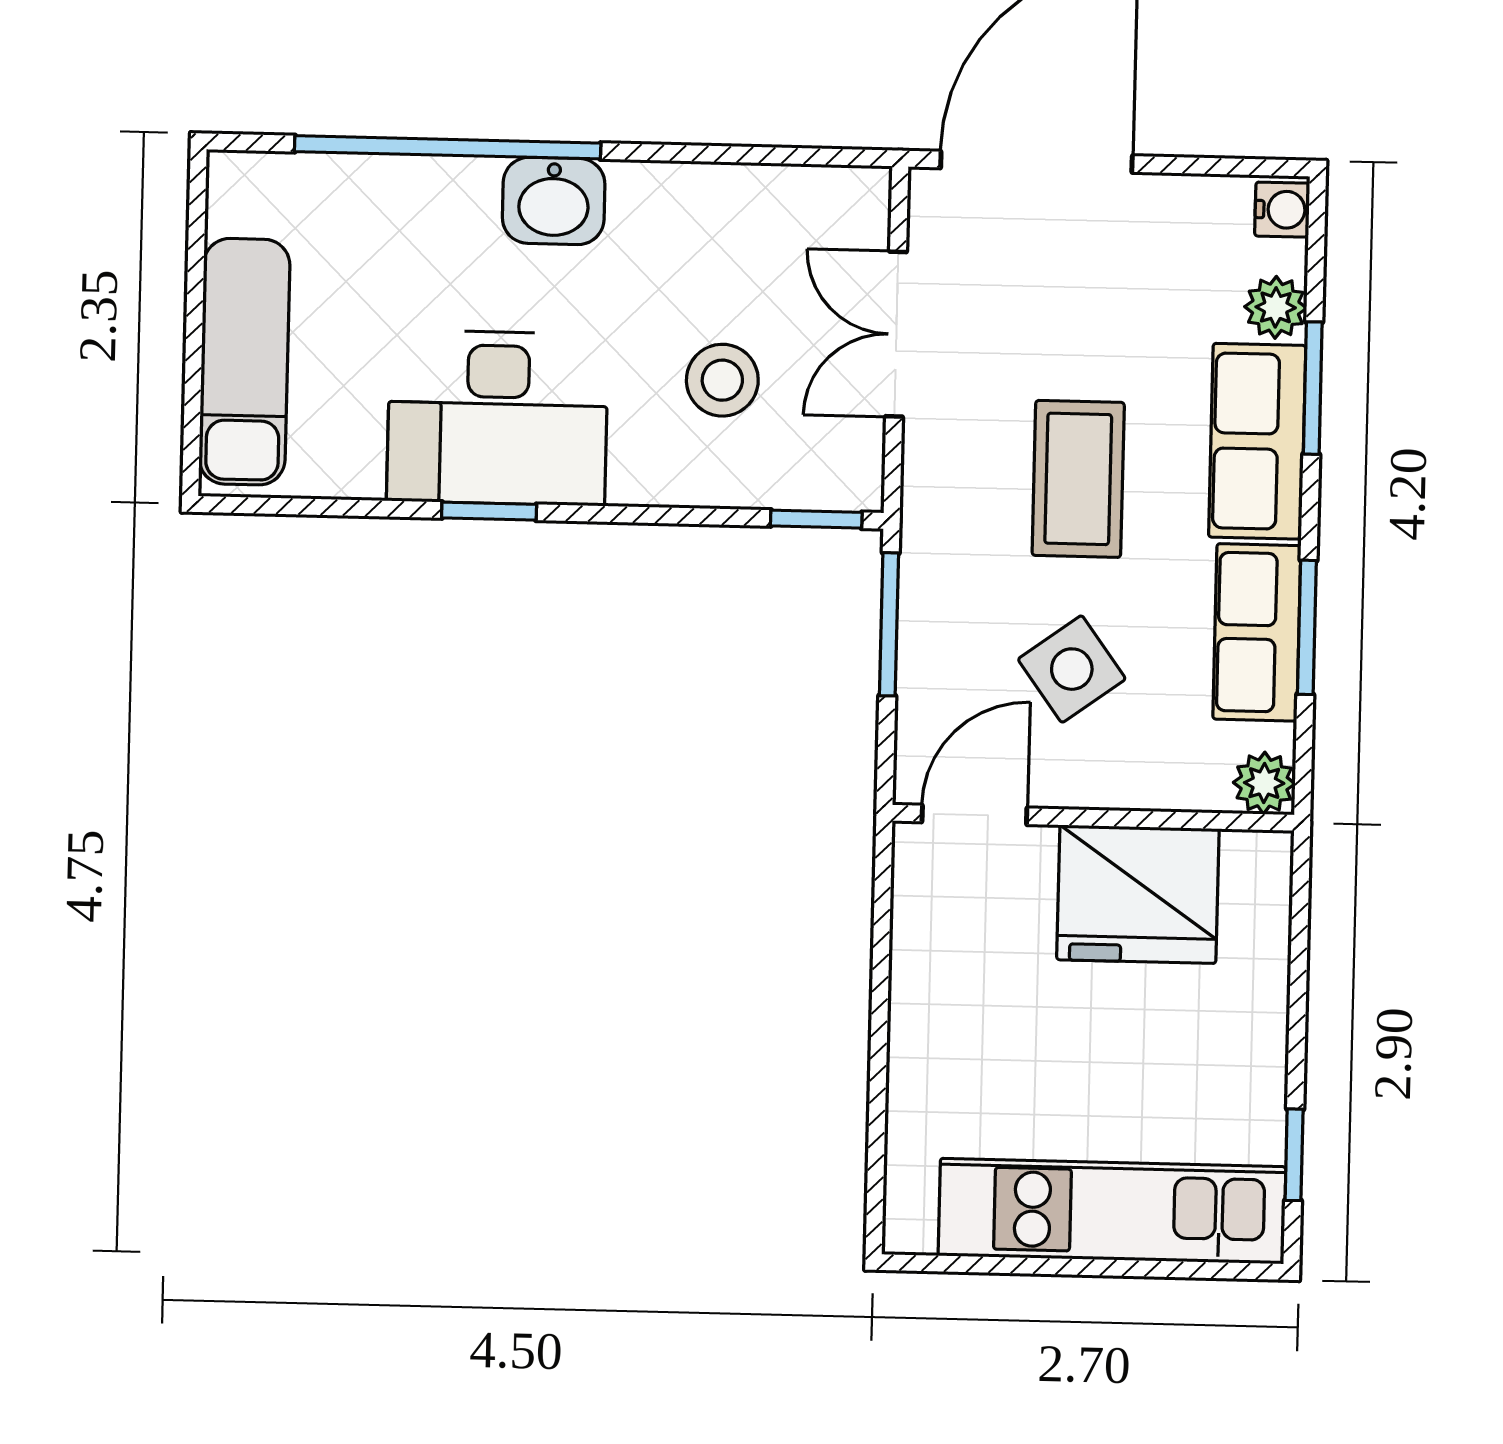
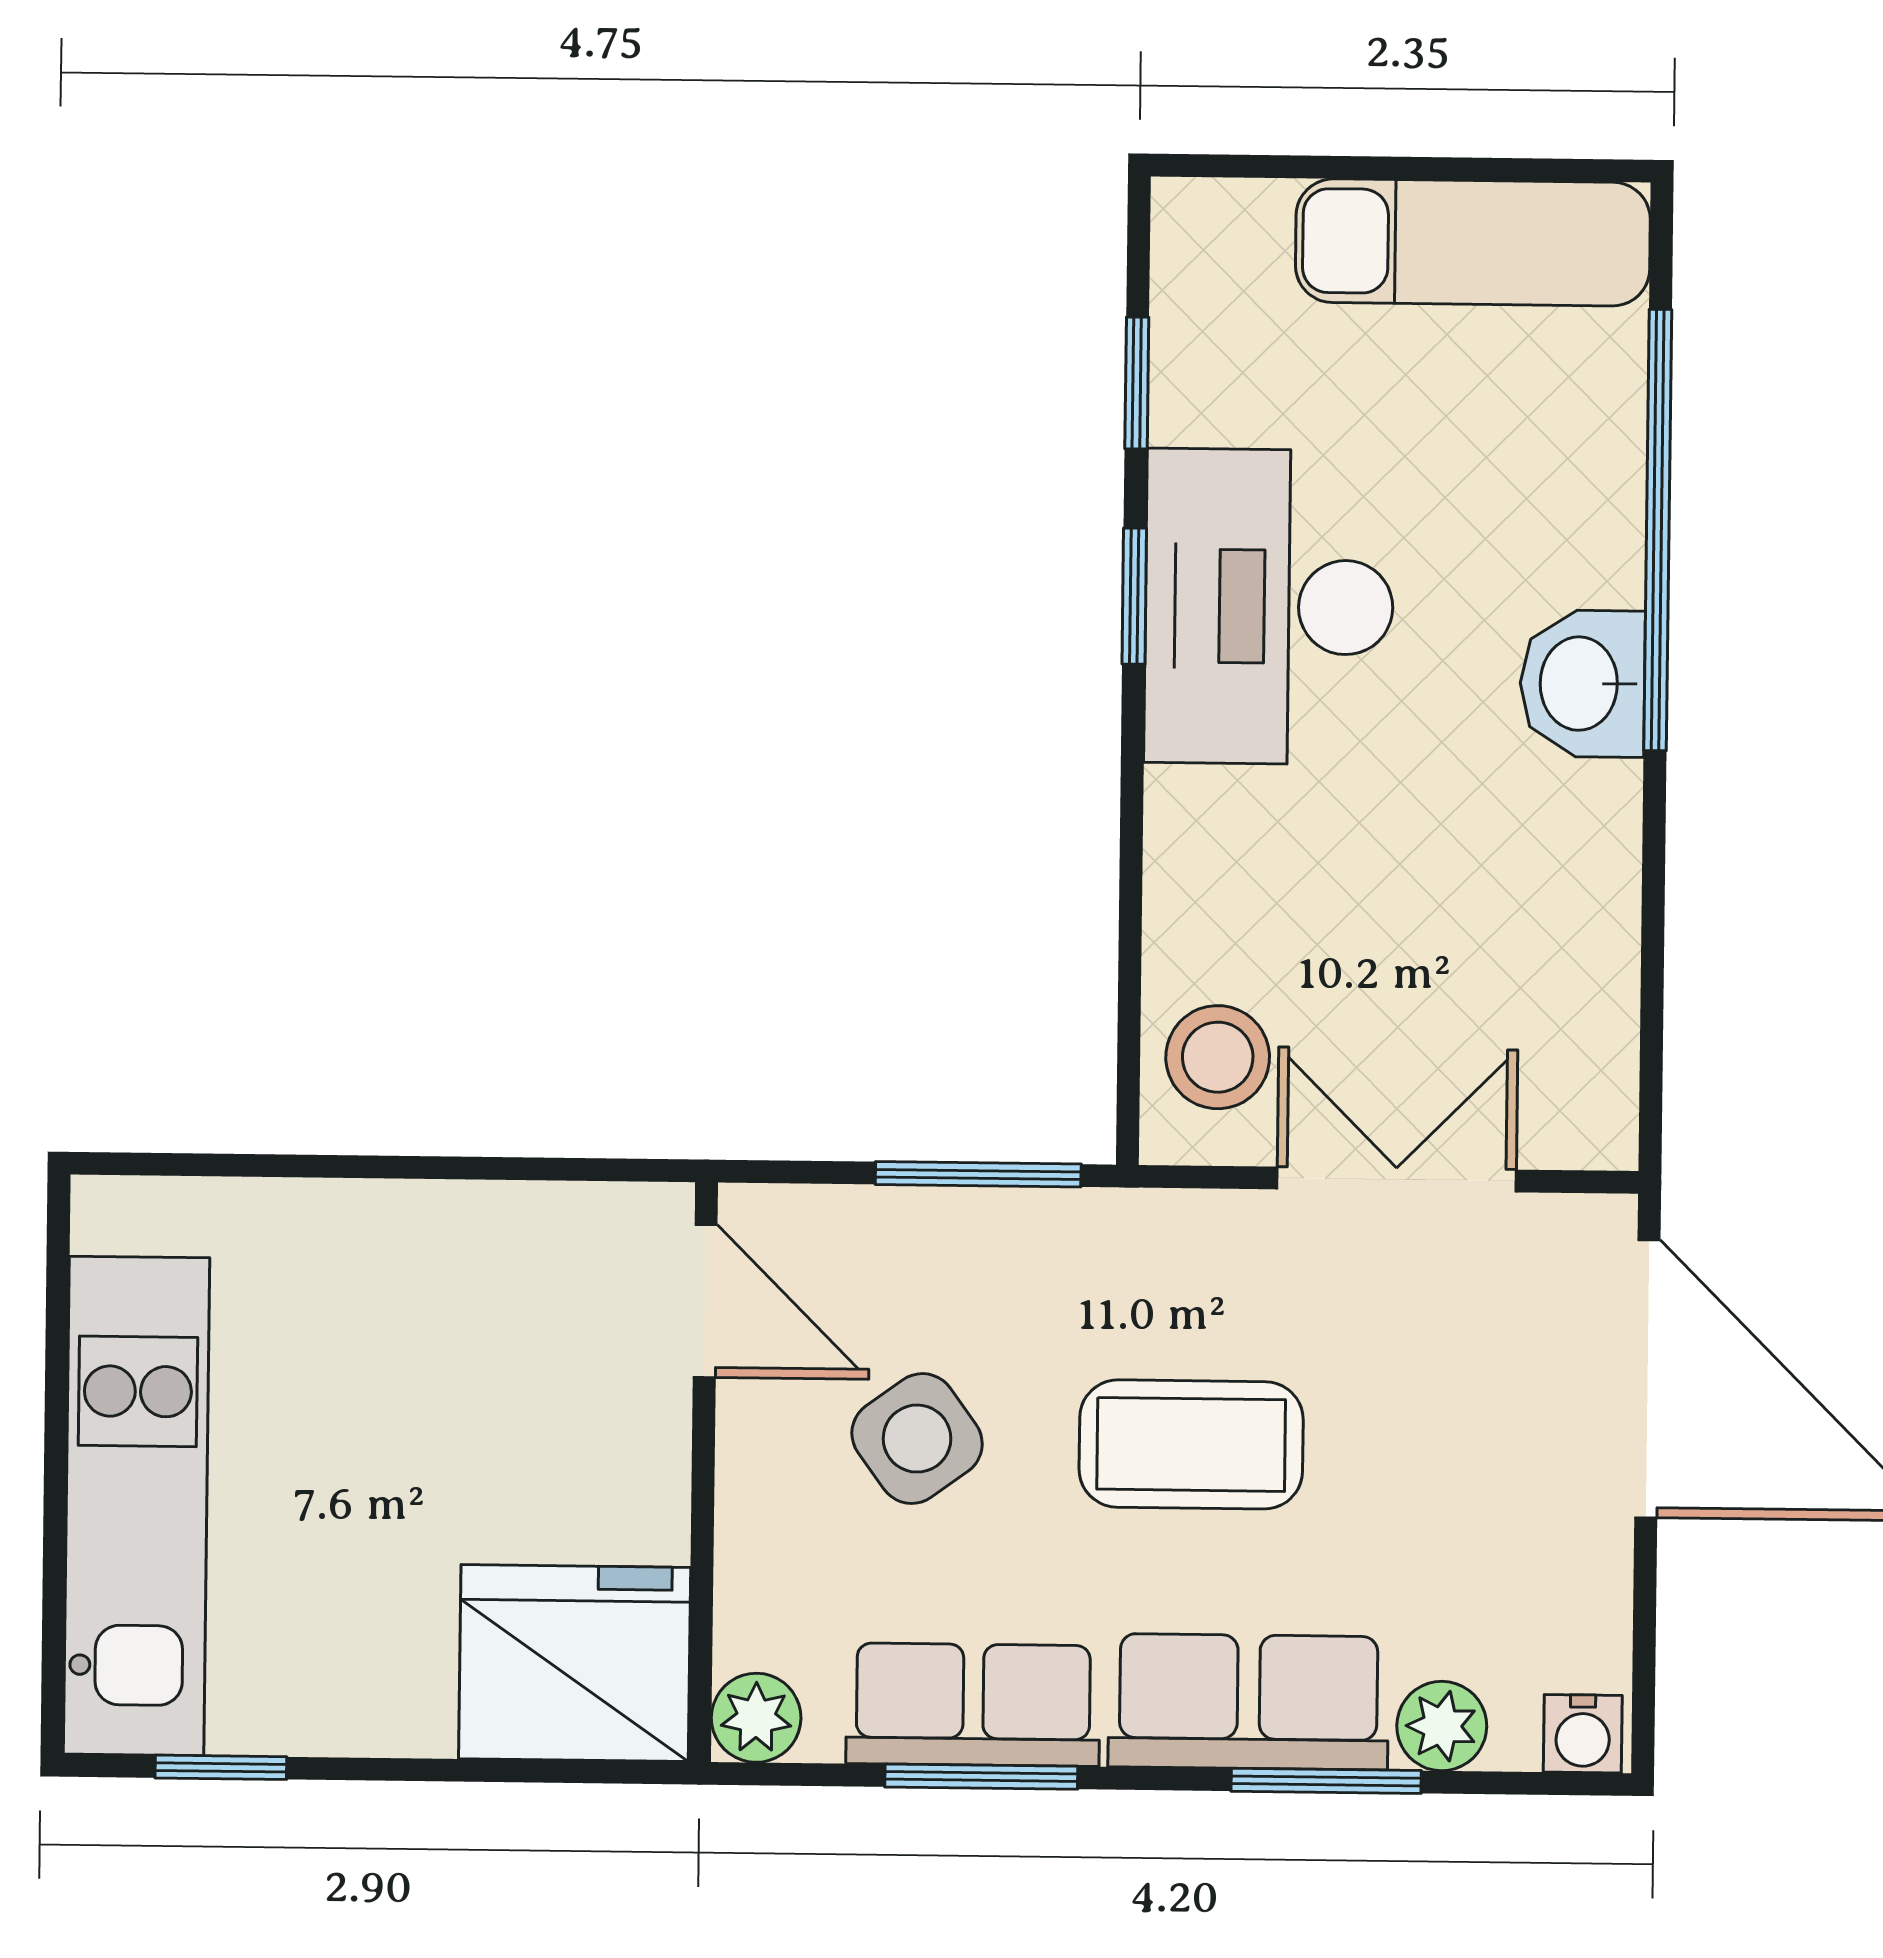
exam couch: (244, 362) -> (1473, 242), moved
stool: (722, 380) -> (1218, 1057), moved
window: (816, 519) -> (1137, 383), moved
fridge: (1138, 894) -> (575, 1663), moved, turned 90

